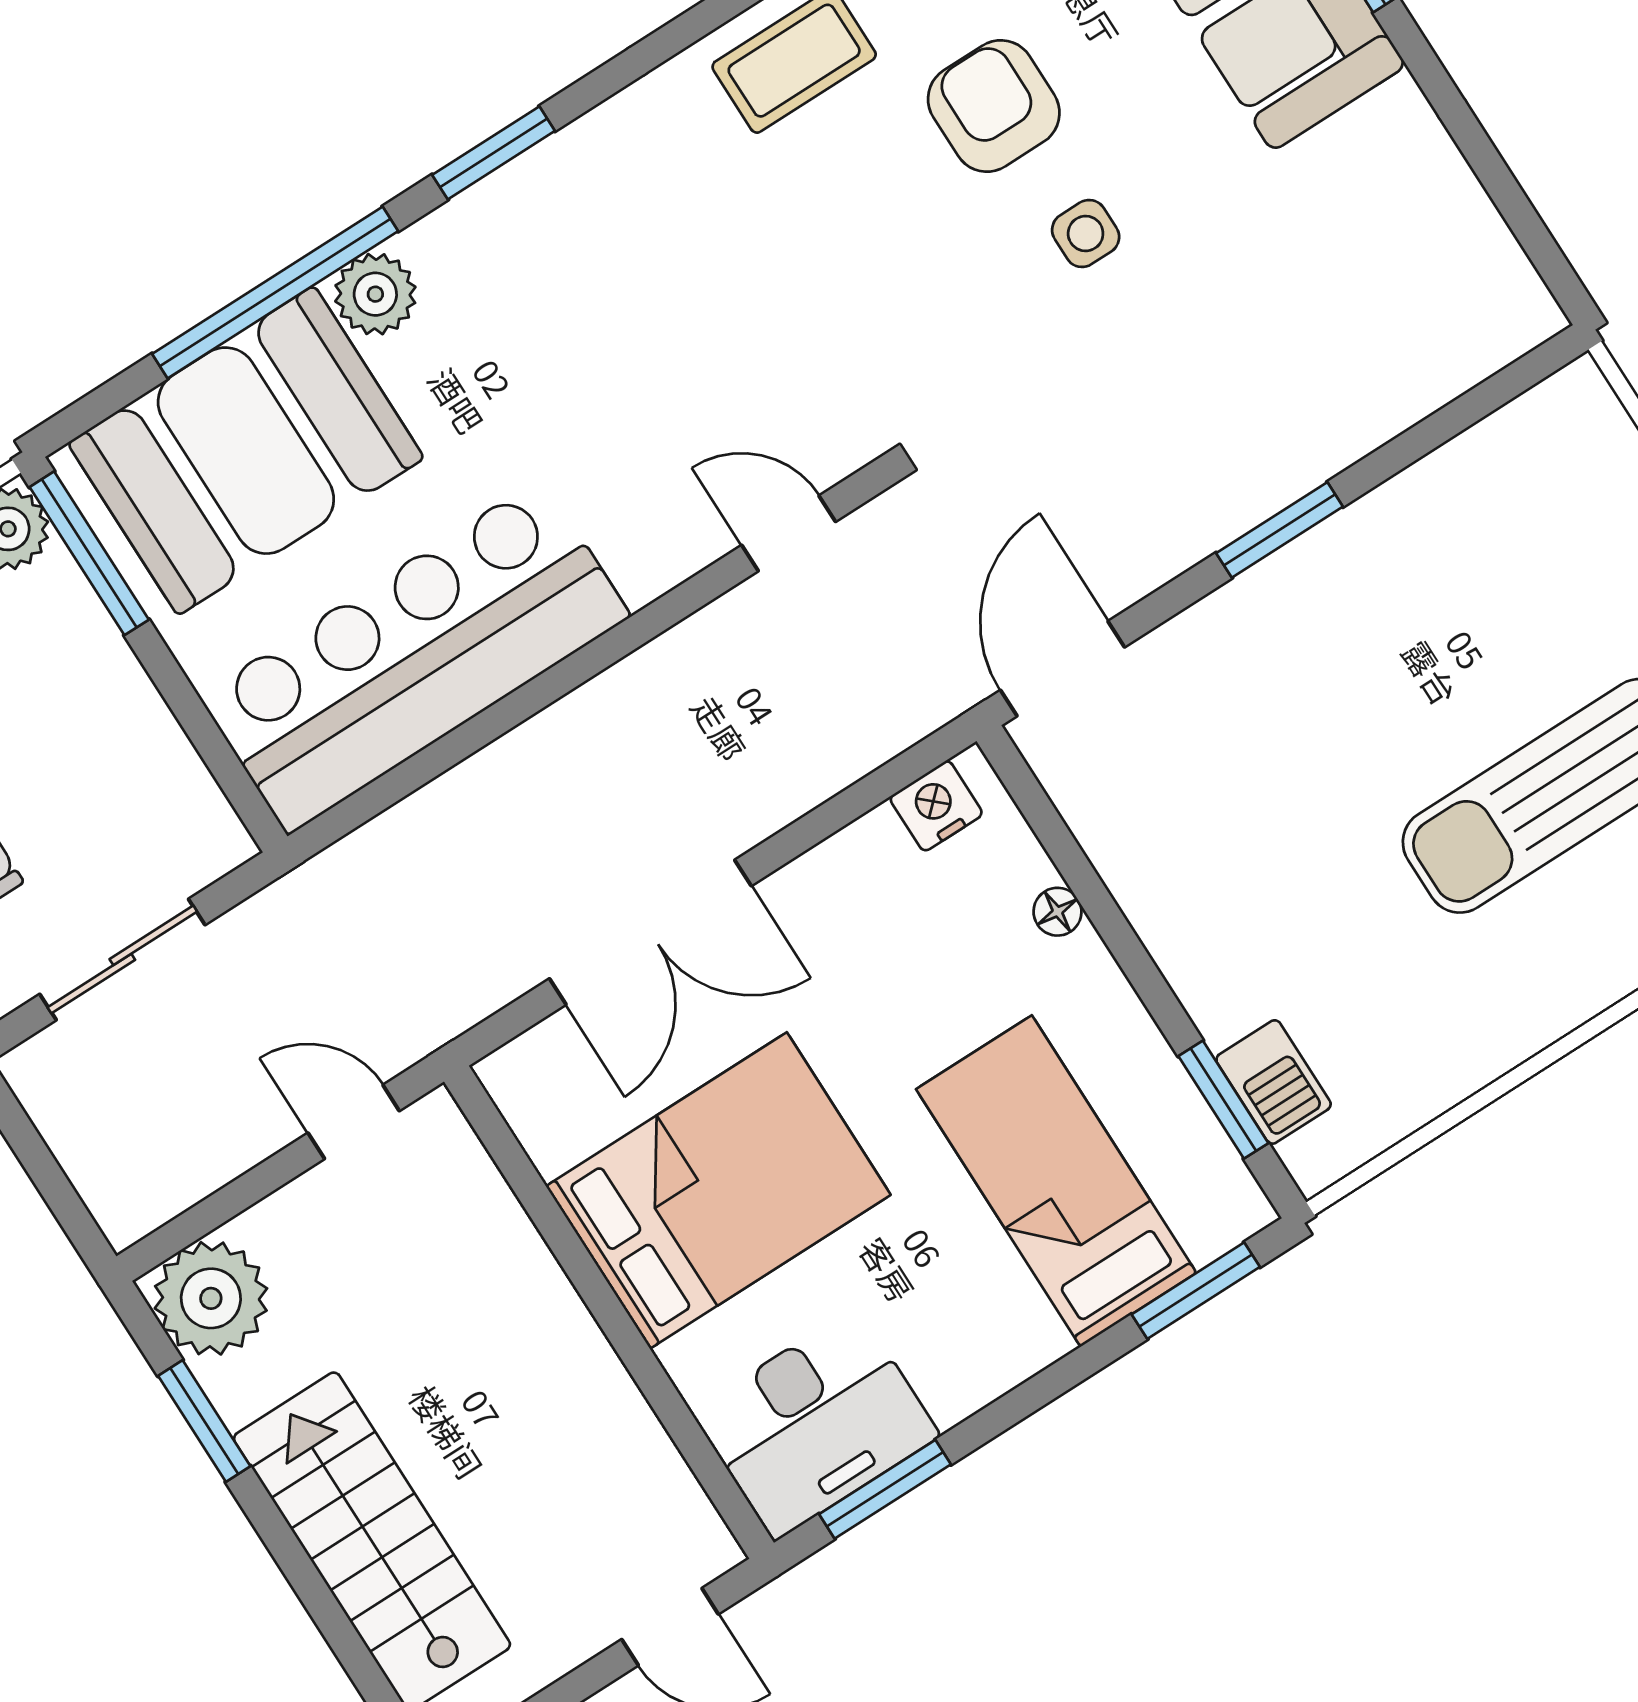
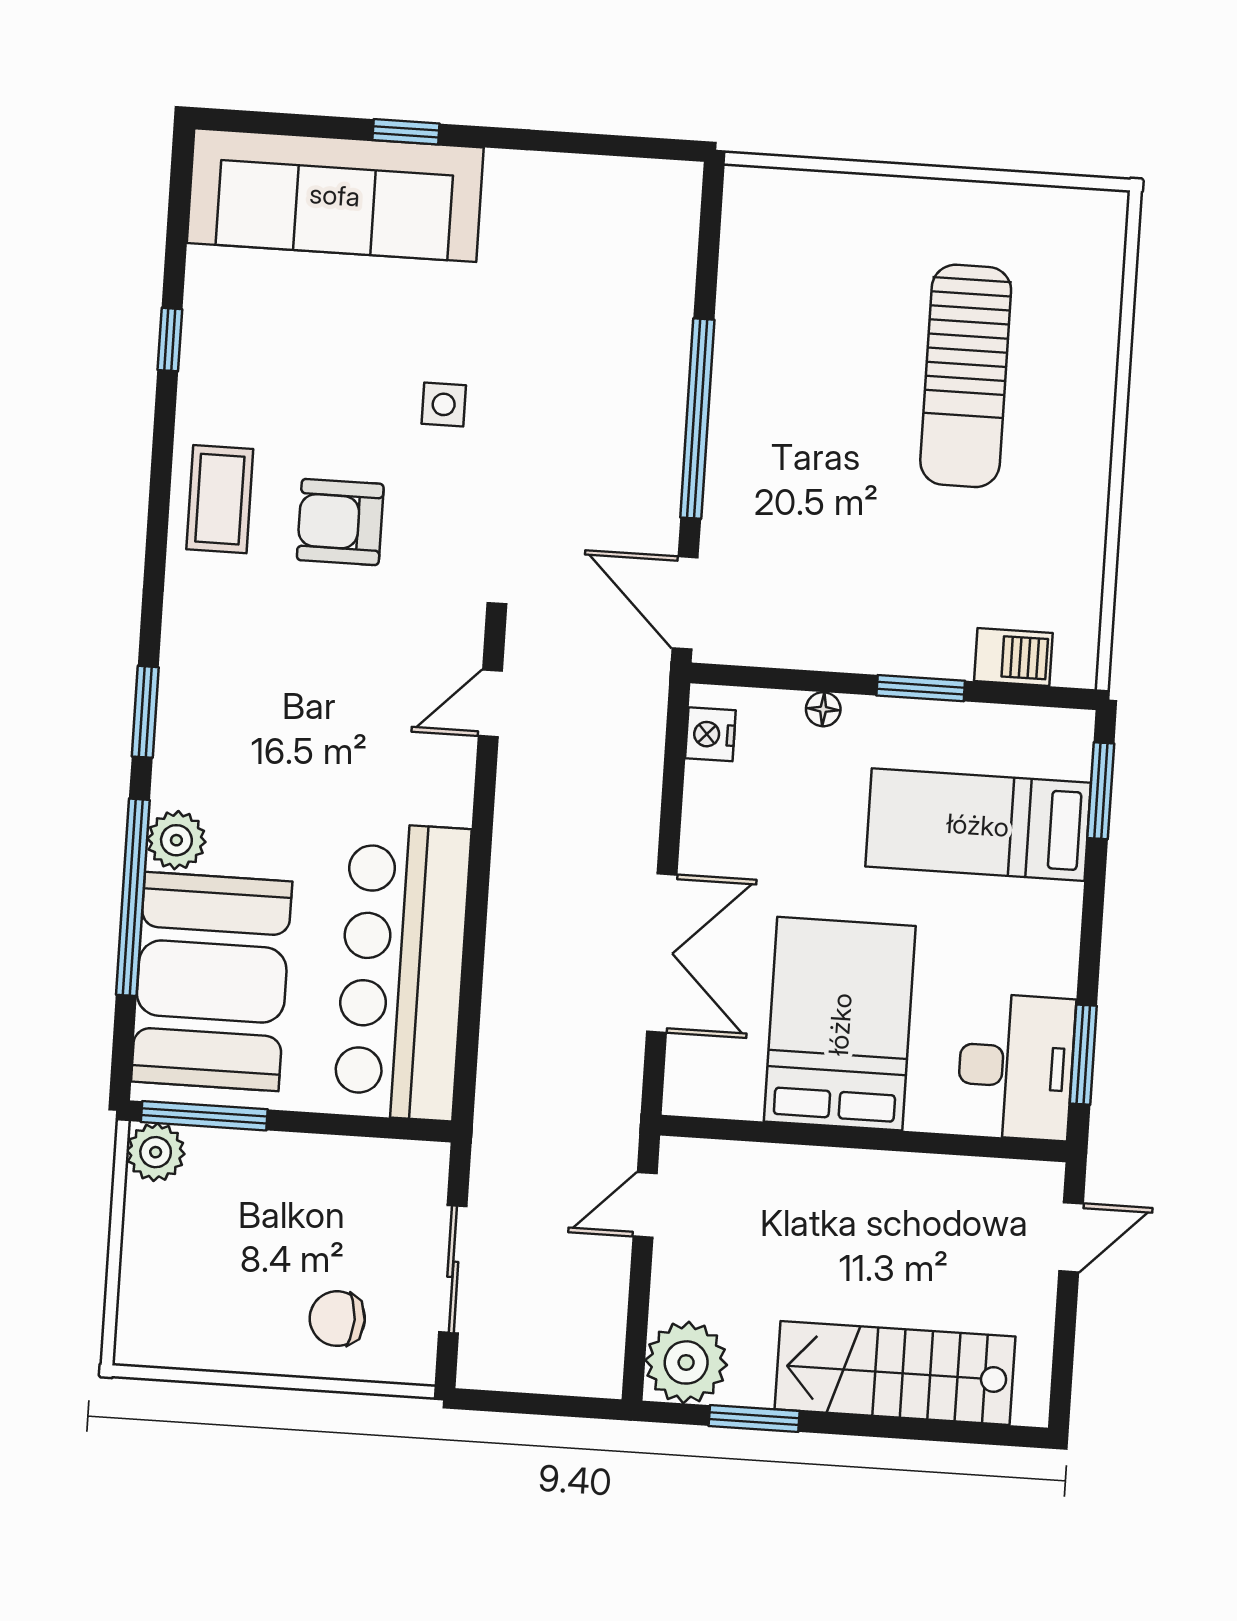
armchair: (994, 106) -> (340, 522), moved
window: (1280, 530) -> (697, 419), width x2.11
window: (1223, 1100) -> (921, 688), moved

